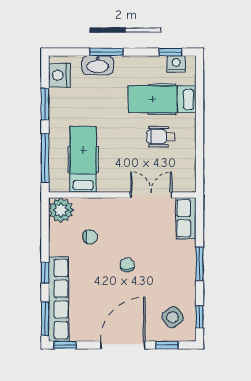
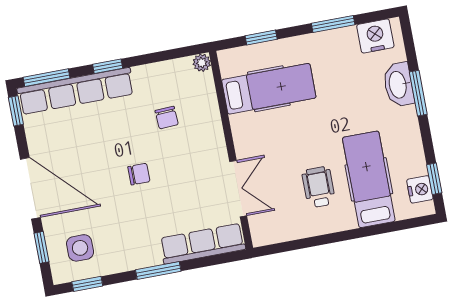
window: (45, 158) -> (261, 37), width x0.46
plant: (61, 210) -> (202, 63), width x0.53, depth x0.53
row of seats: (186, 218) -> (203, 244), width x1.48
side table: (173, 317) -> (80, 248), turned 37

